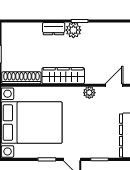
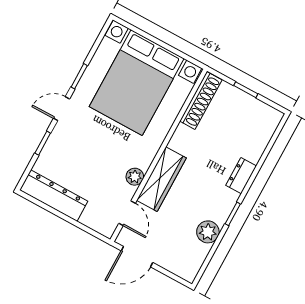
plant: (73, 30) -> (208, 232), moved
wardrobe: (63, 76) -> (161, 179), moved

